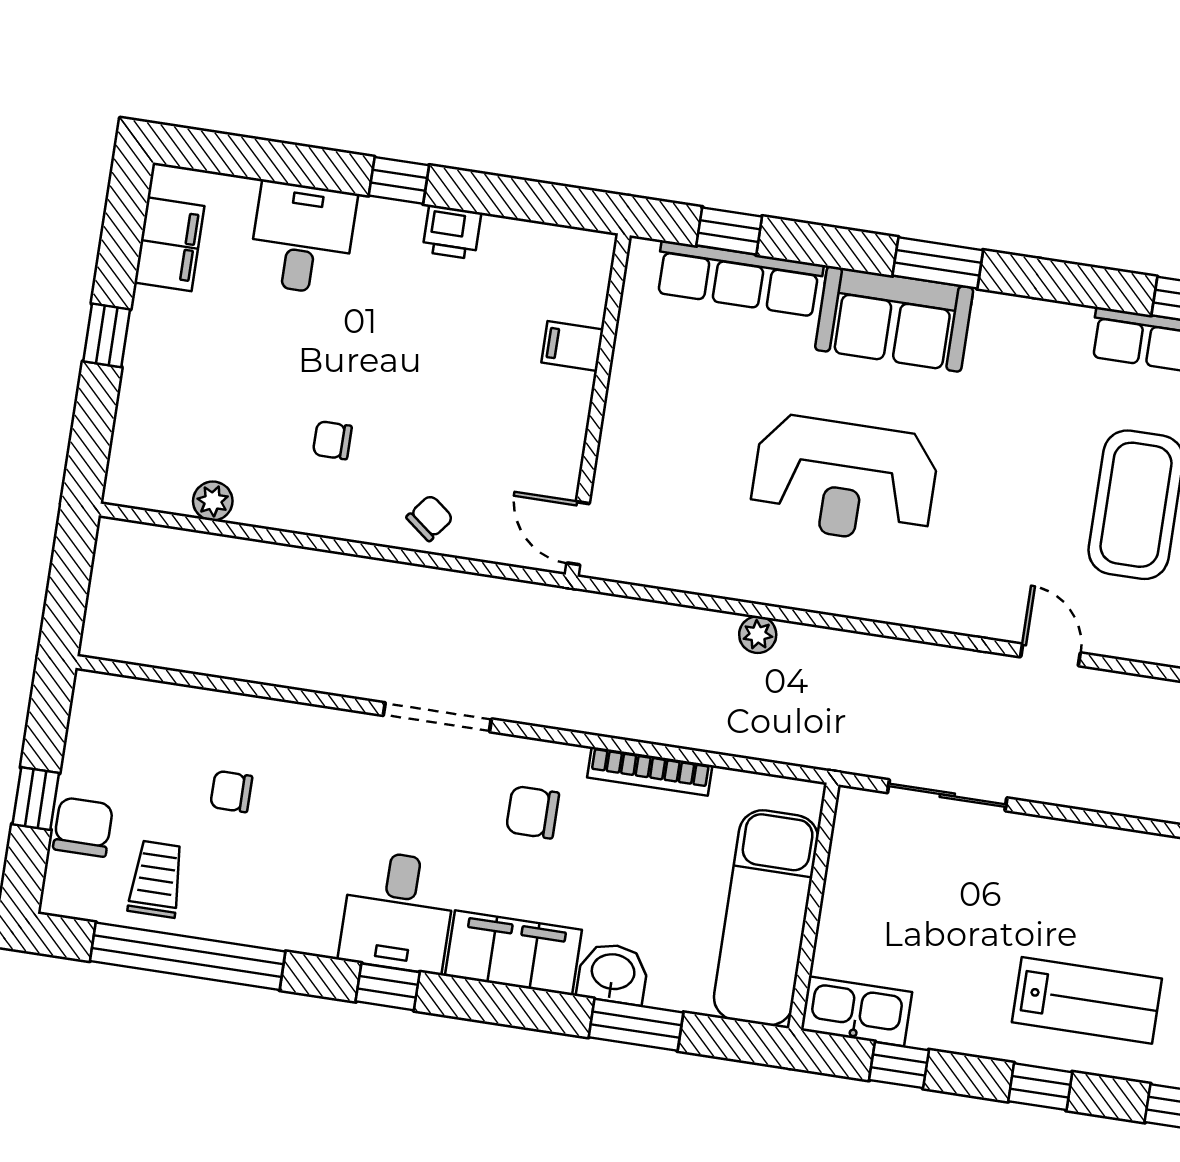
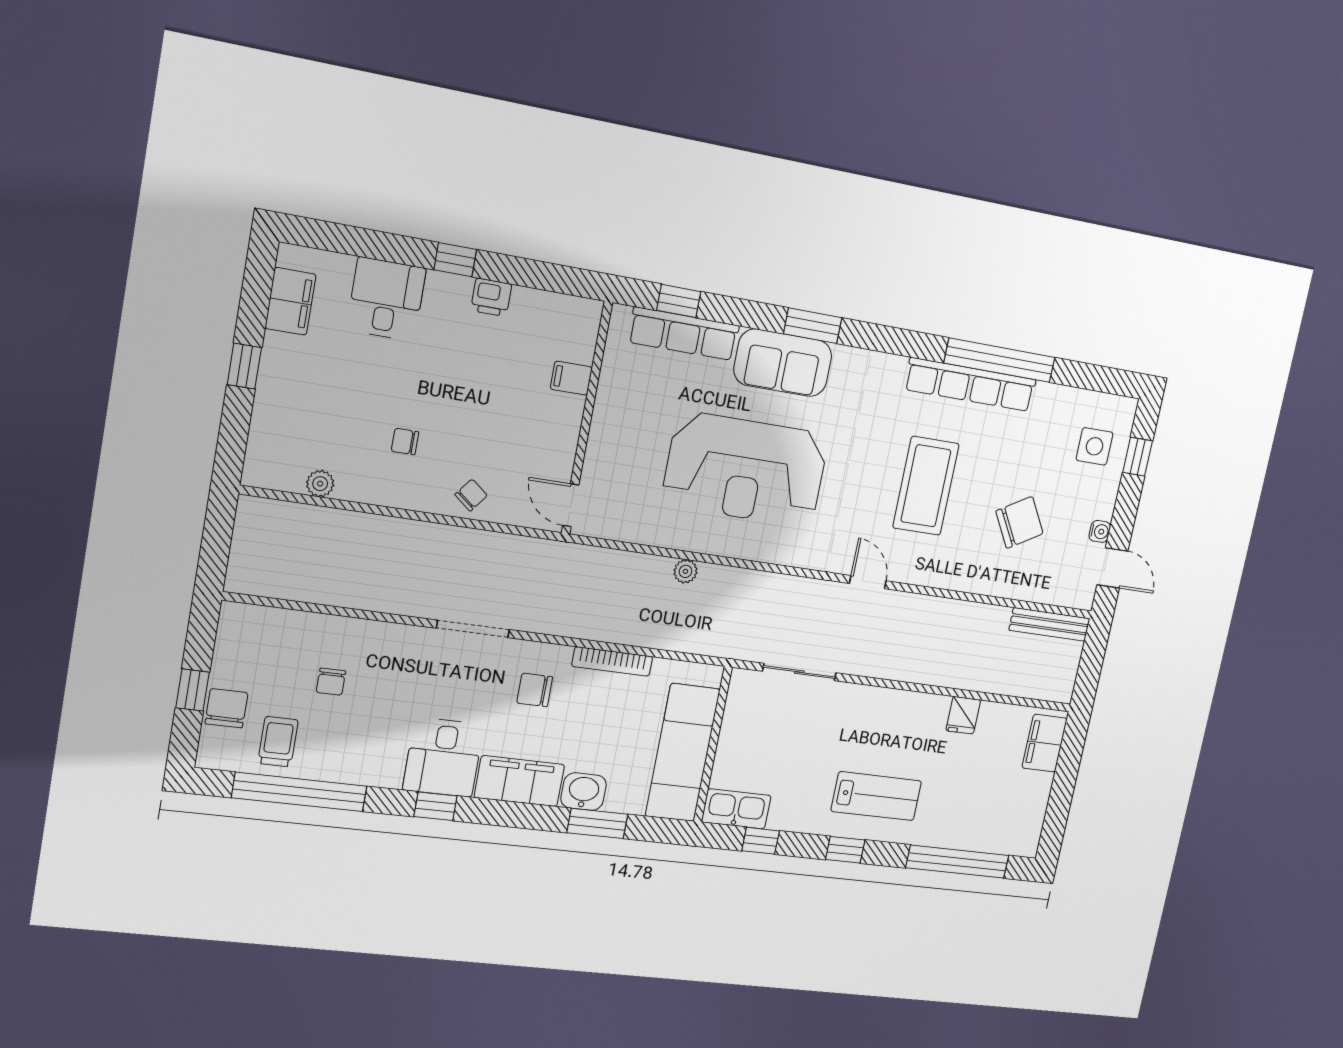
reception desk: (844, 480) -> (746, 469), width x1.36, depth x1.30
chair: (231, 791) -> (331, 682), turned -90

